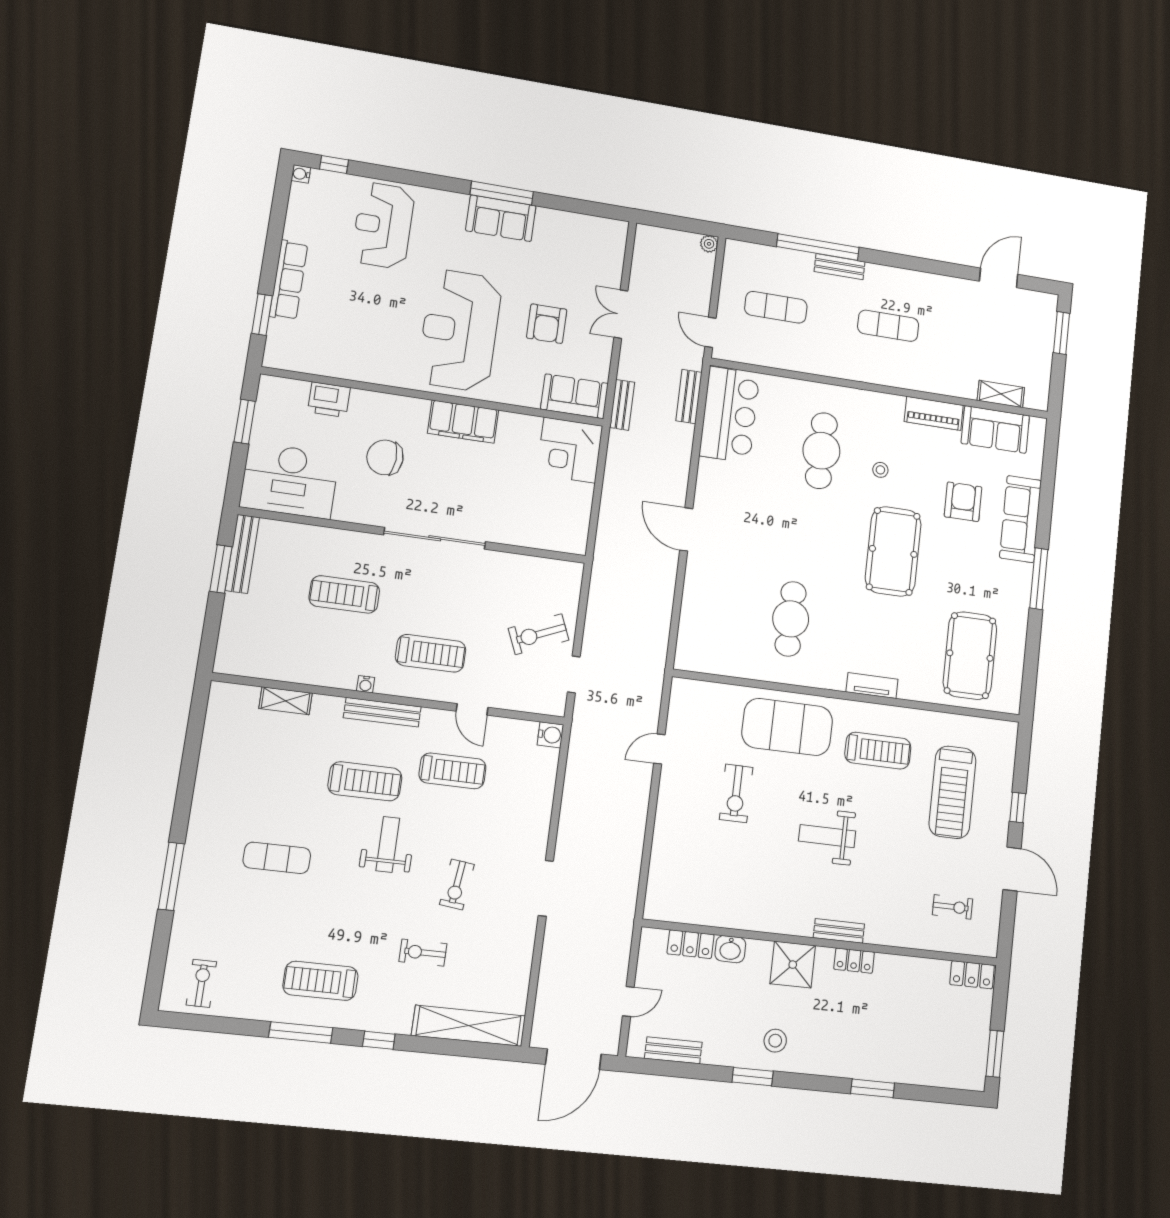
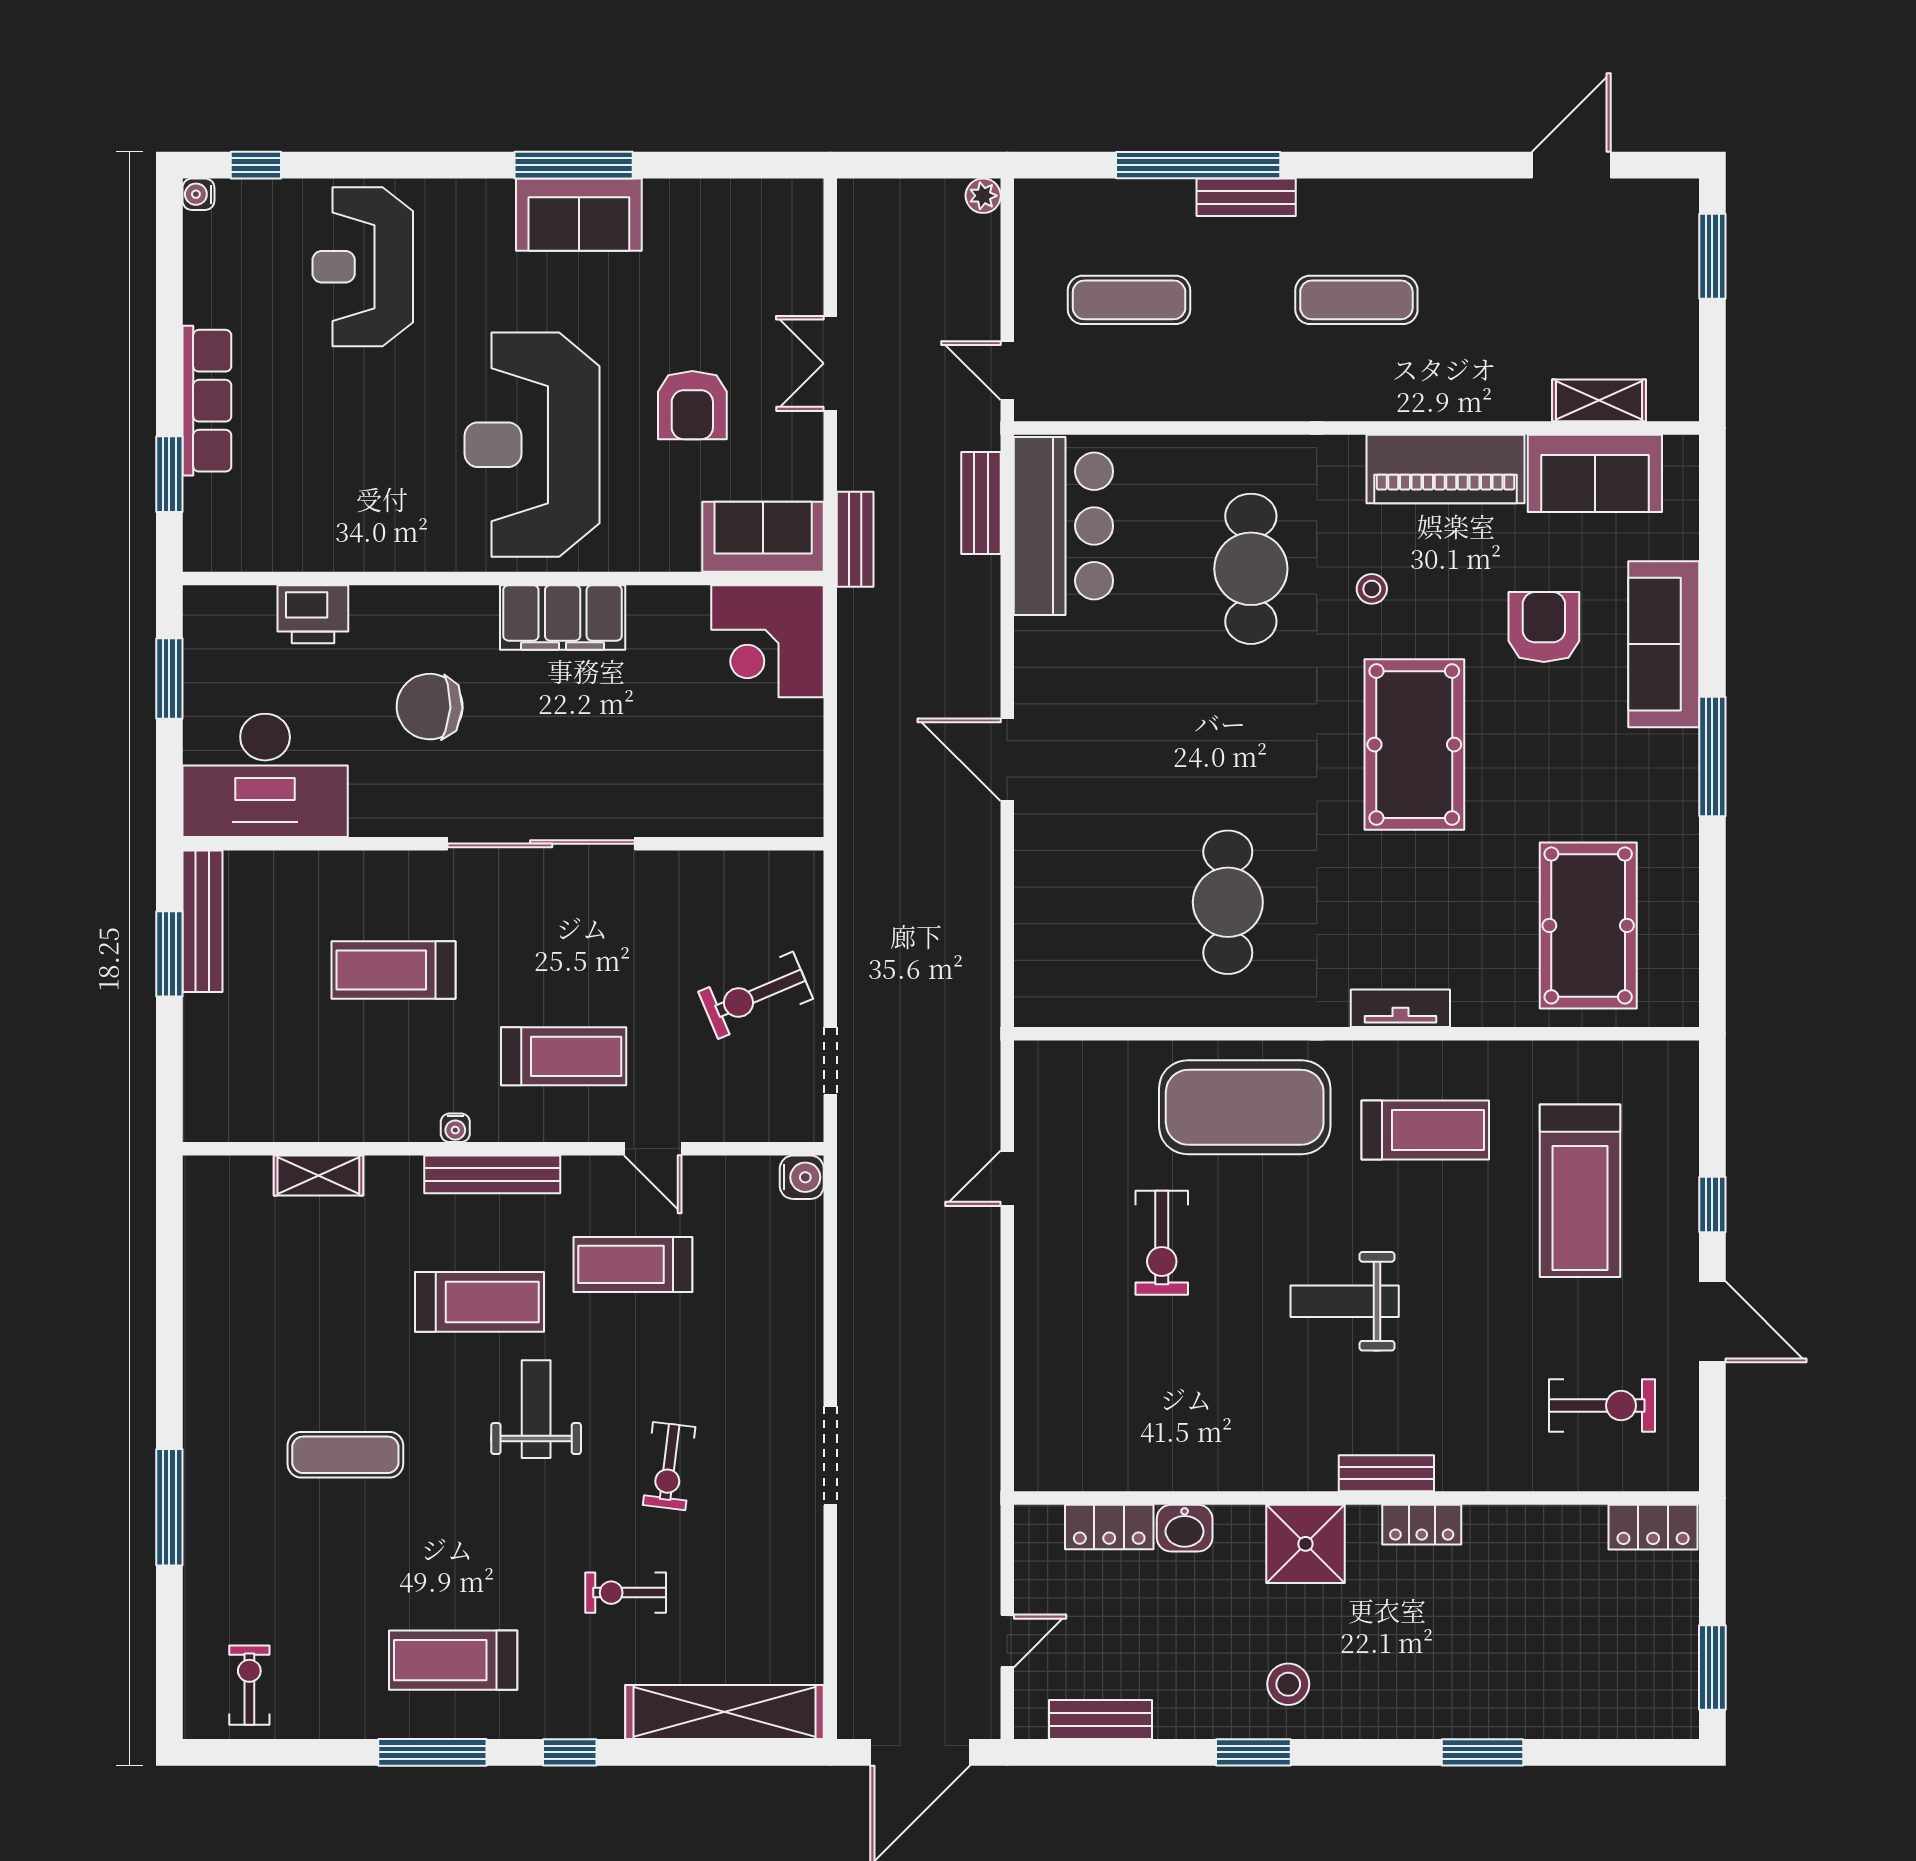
piano: (934, 413) -> (1445, 469), width x1.37, depth x1.33
treadmill: (452, 771) -> (633, 1264), turned 180
exercise bike: (952, 907) -> (1602, 1406), width x1.38, depth x1.39

